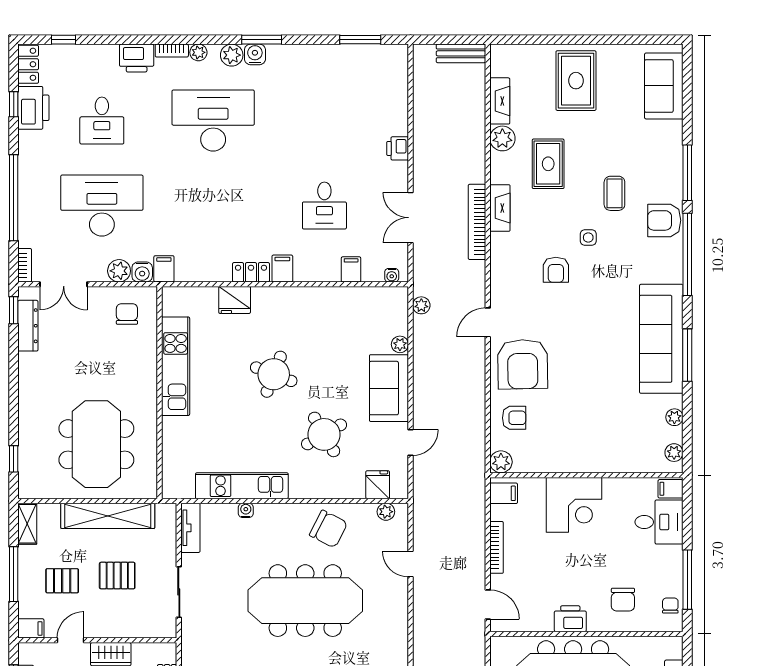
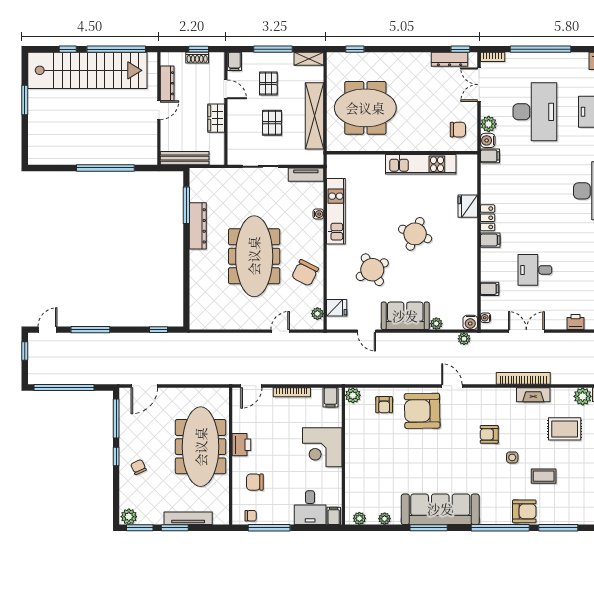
armchair: (664, 220) -> (524, 511), turned 90
water cooler: (398, 297) -> (470, 322), added

